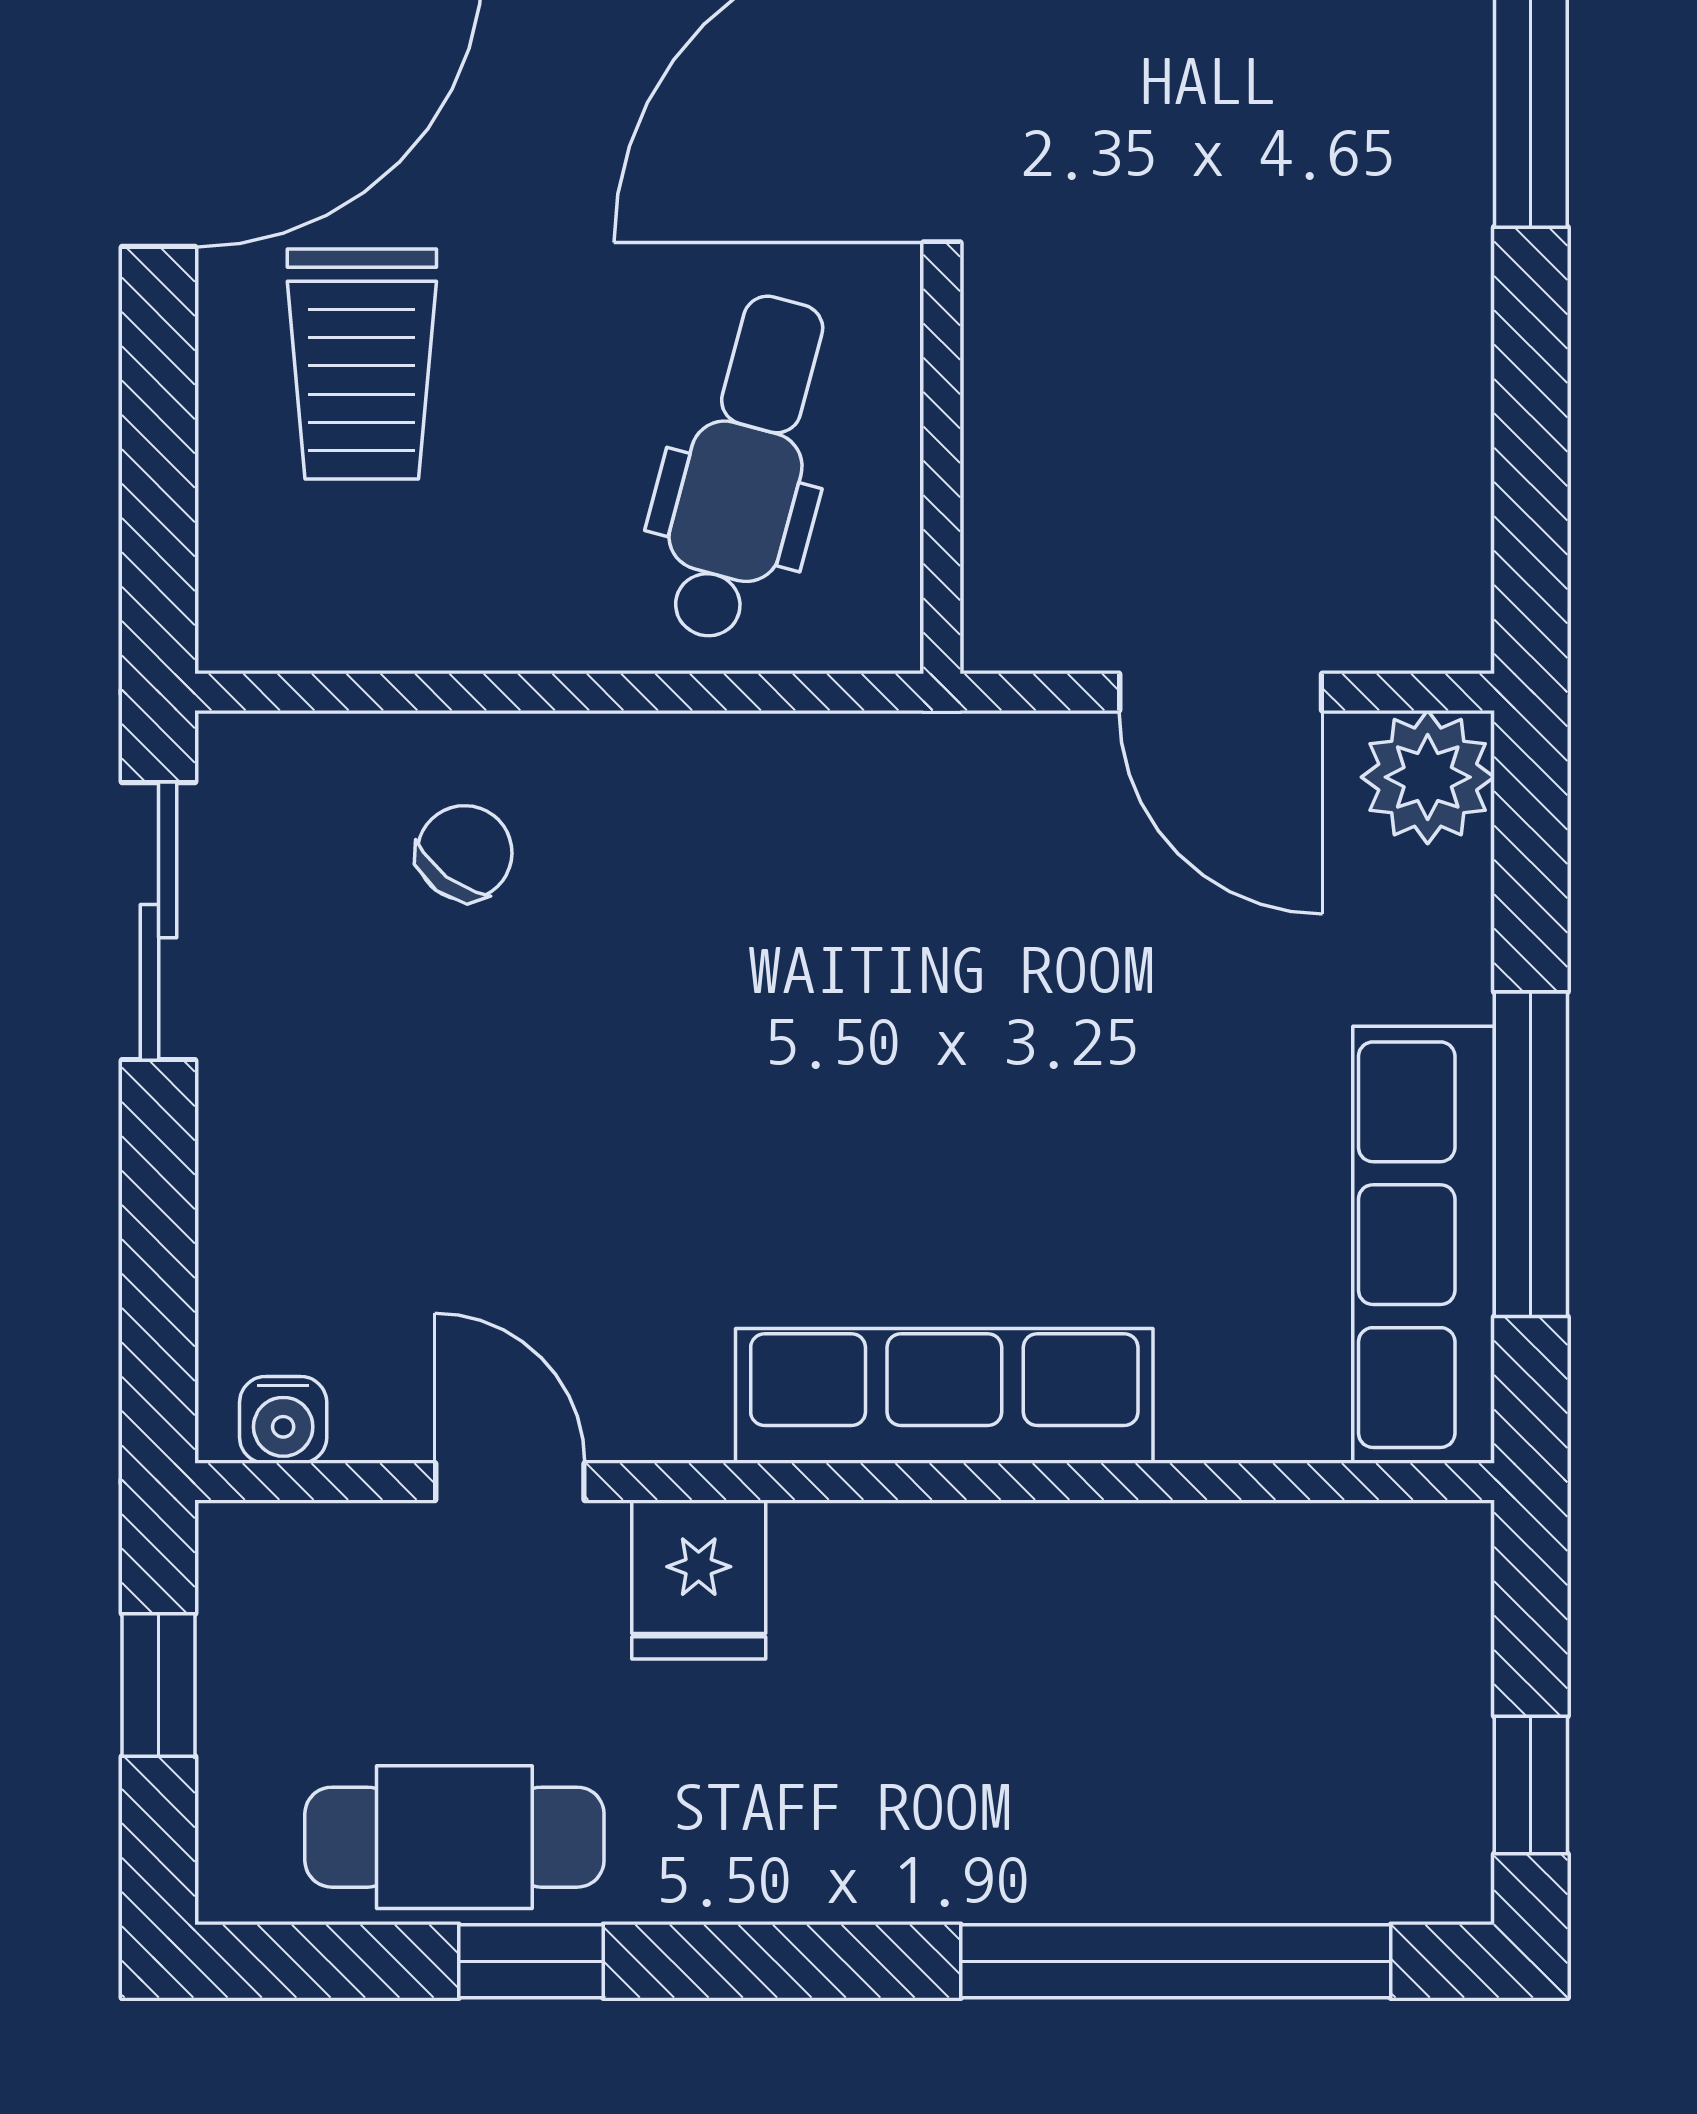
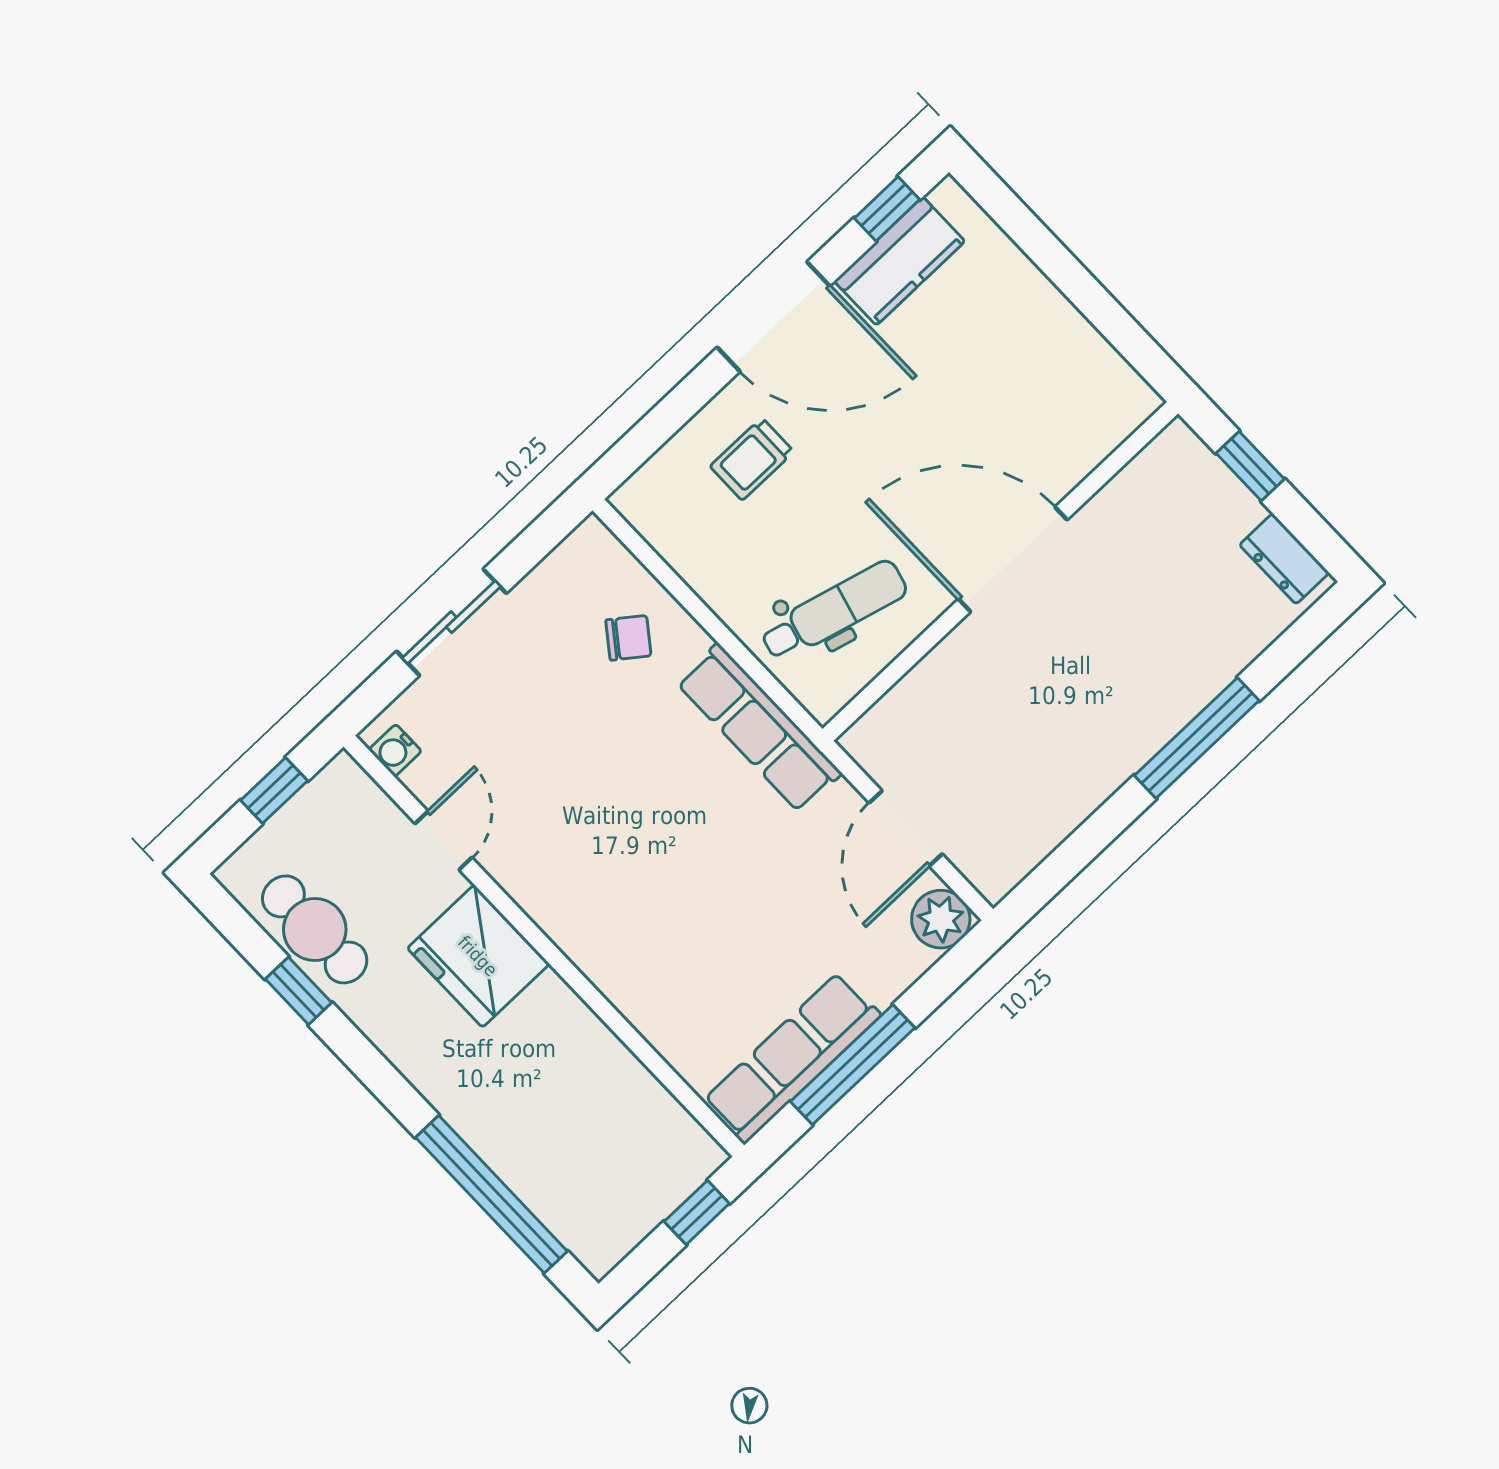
trolley: (362, 364) -> (752, 459), width x0.73, depth x0.72
sliding door: (159, 921) -> (451, 622), moved
row of seats: (944, 1396) -> (759, 728), moved, turned 180
fridge: (699, 1579) -> (478, 956), width x1.88, depth x1.34
window: (1531, 1785) -> (697, 1212), moved

